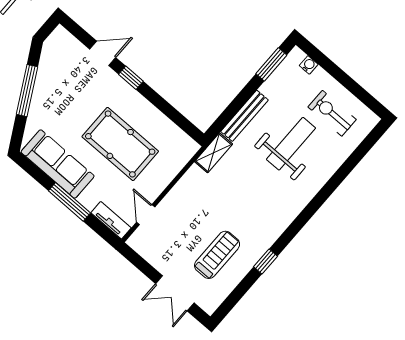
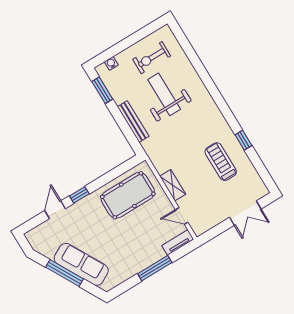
pool table: (120, 144) -> (128, 195), moved
shelving: (214, 153) -> (173, 185), moved
sofa: (58, 164) -> (81, 264), moved, turned 61
treadmill: (217, 255) -> (221, 162), moved

